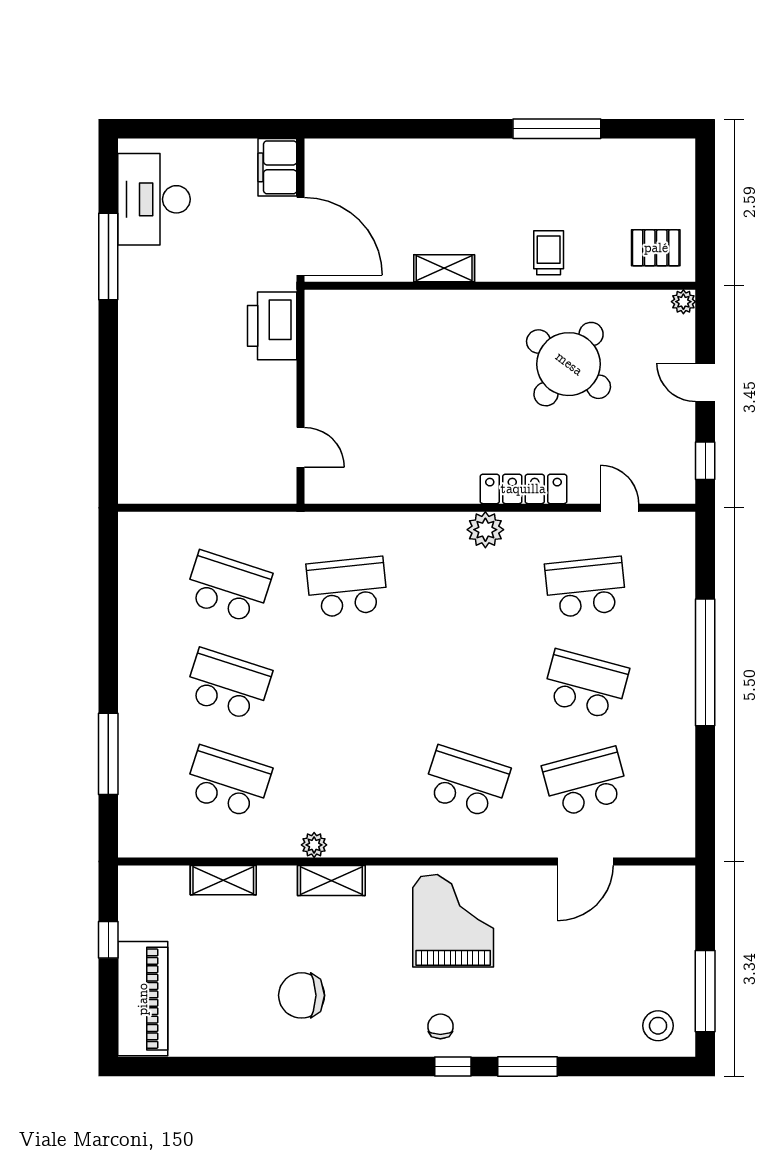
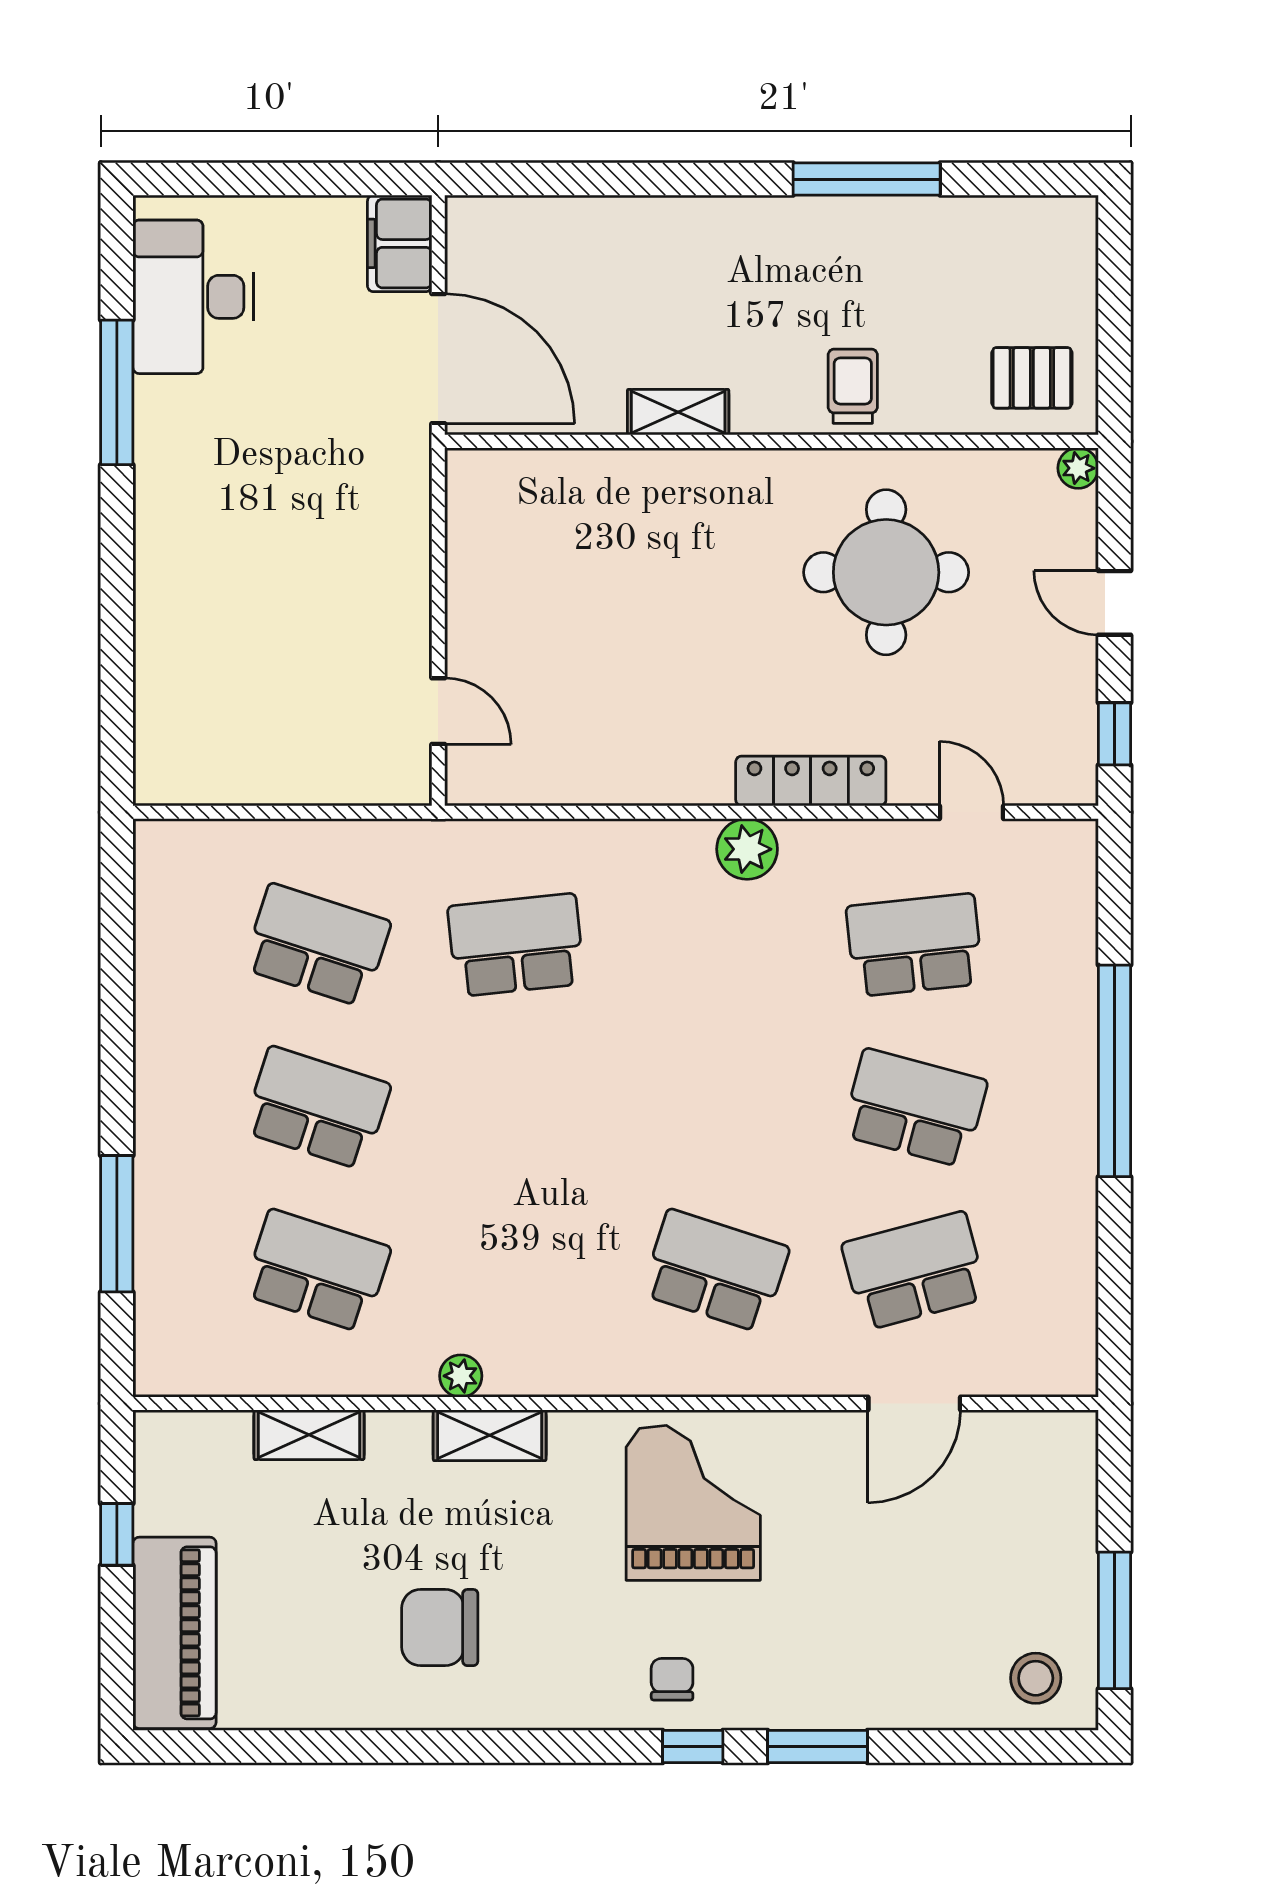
printer: (272, 326) -> (391, 508), removed
round table: (569, 364) -> (886, 572), turned -37

